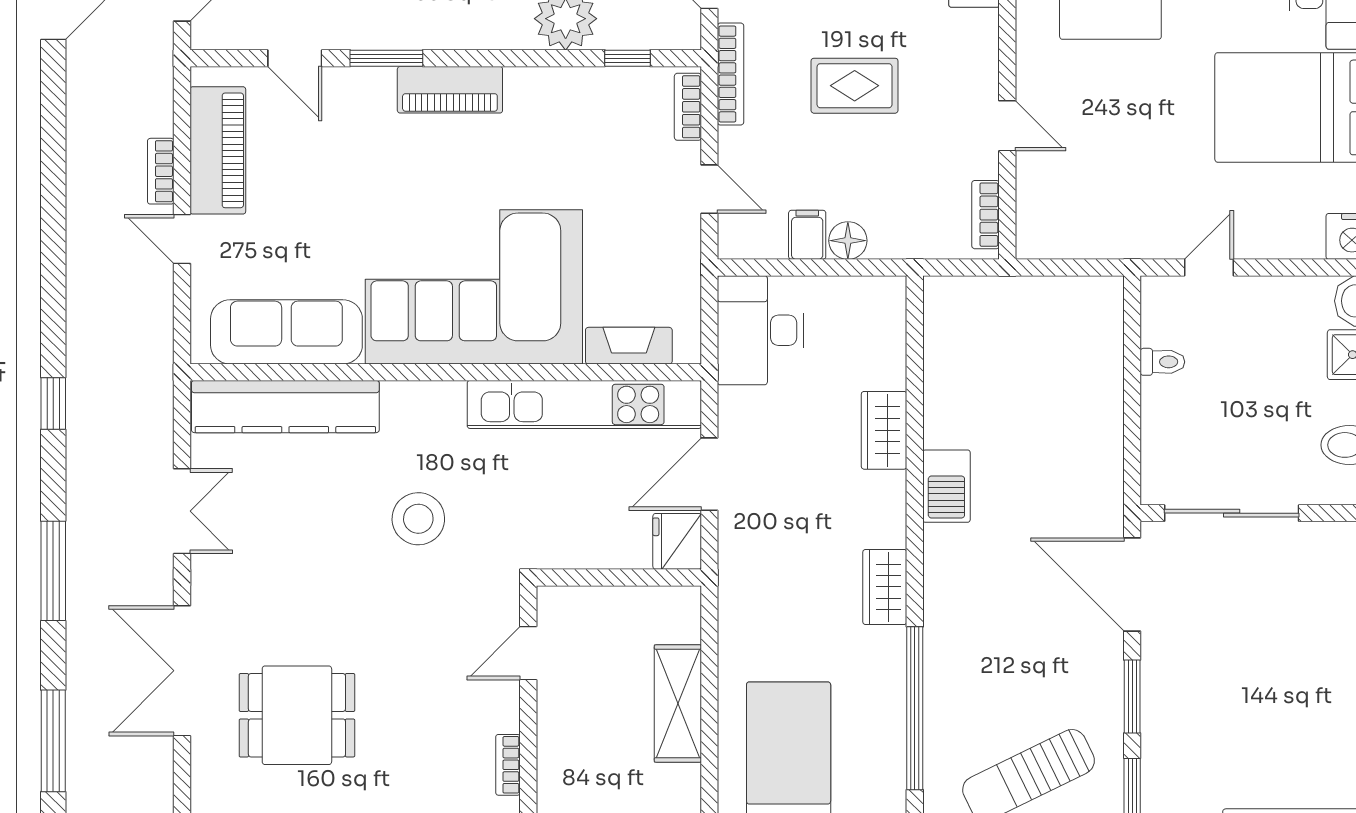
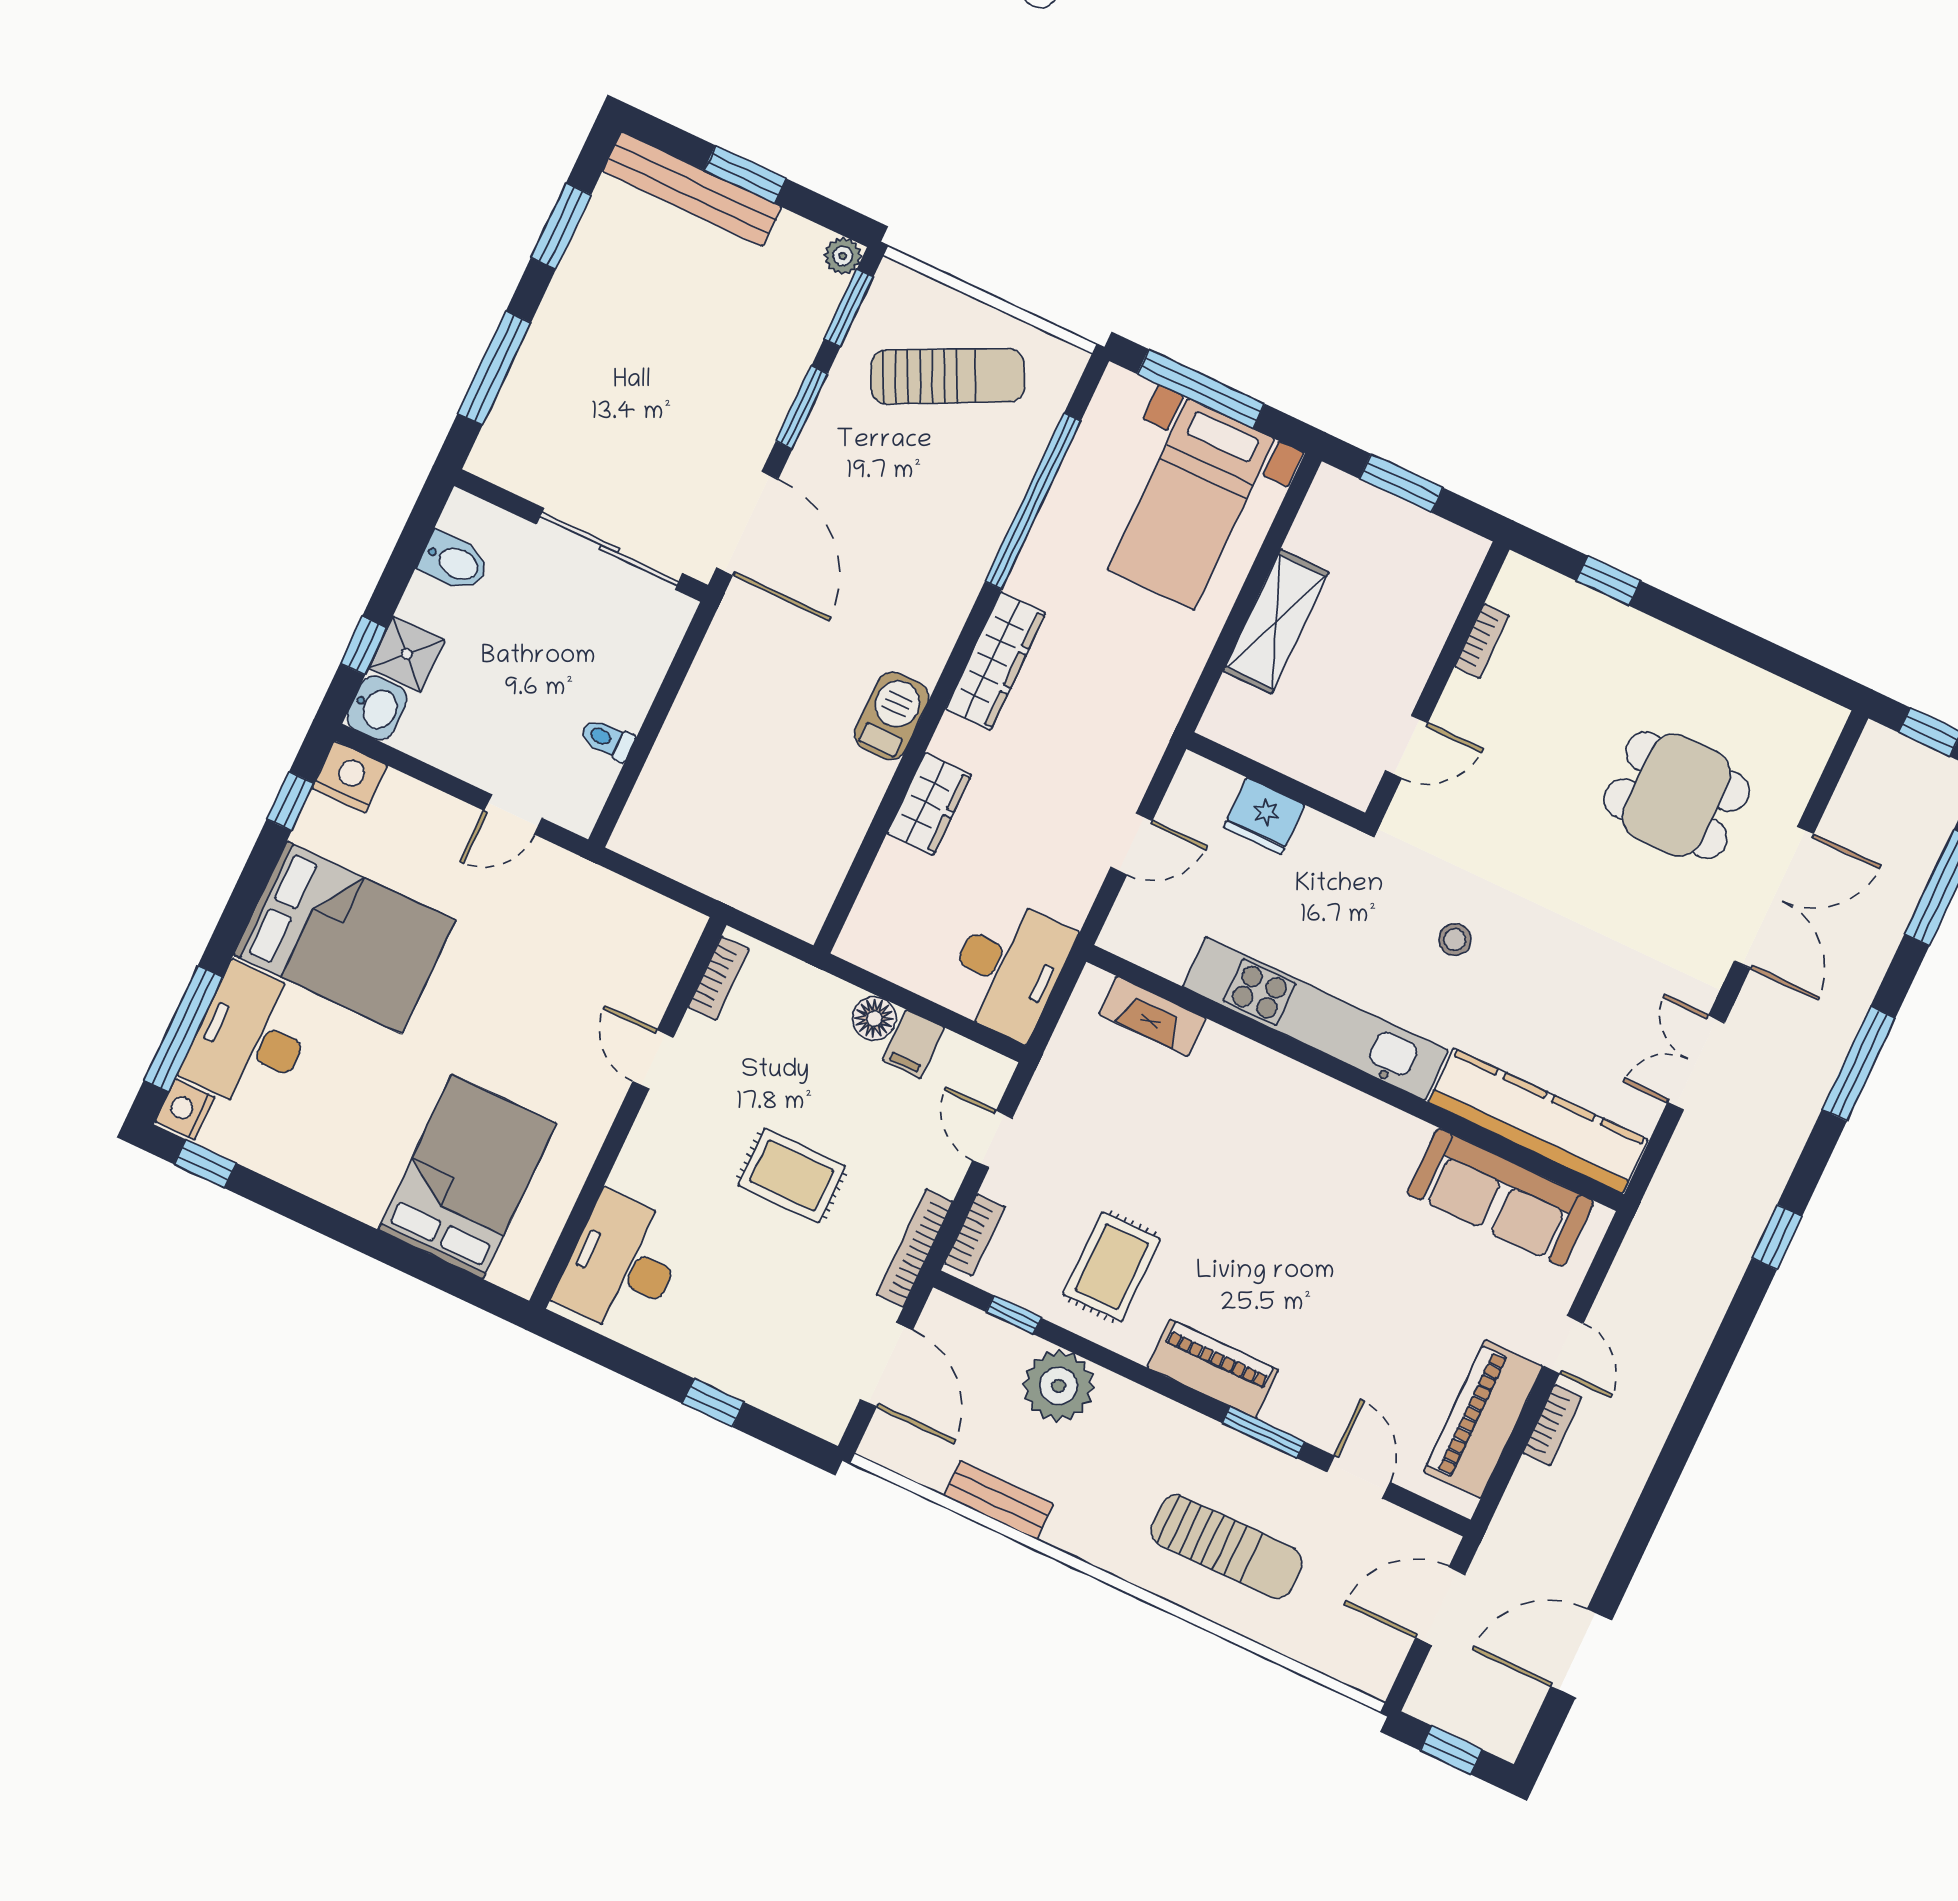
rug: (568, 133) -> (1112, 1267), added
corner sofa: (474, 287) -> (1284, 1153), removed
kitchen unit: (584, 404) -> (1315, 1019), moved
door: (709, 474) -> (1132, 844), width x0.73
stool: (418, 519) -> (1455, 940), width x0.53, depth x0.53
fridge: (677, 541) -> (1264, 816), moved, turned 90
wardrobe: (885, 587) -> (996, 661), width x1.50

